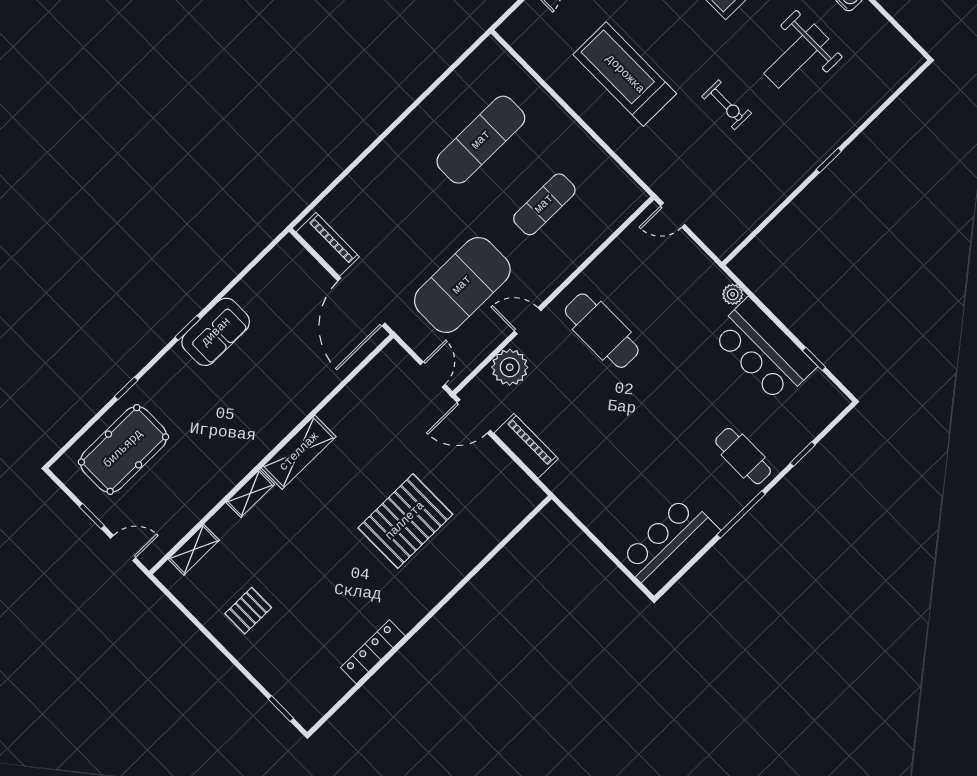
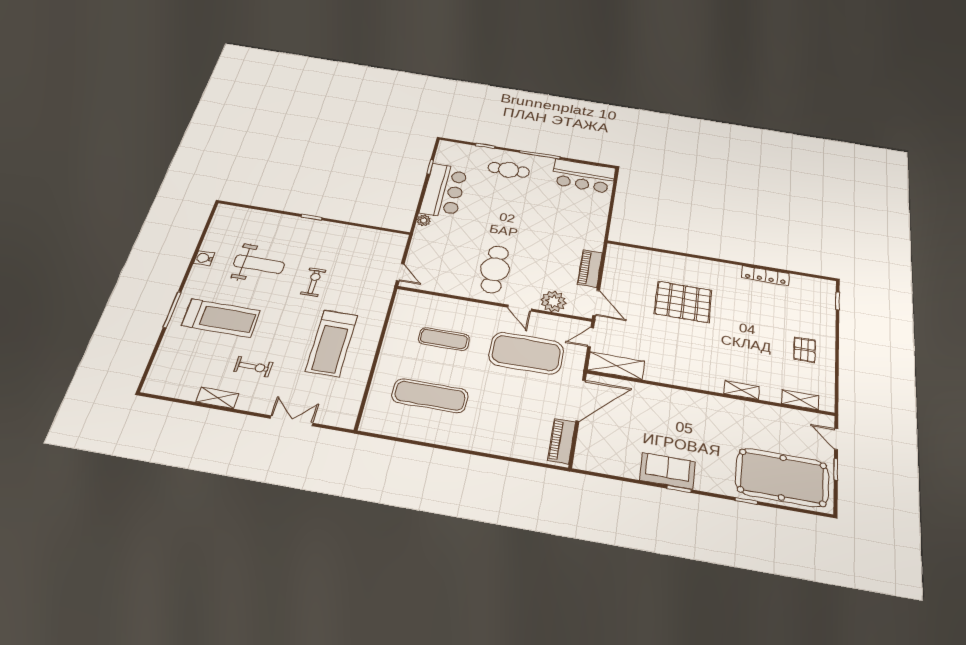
pool table: (123, 449) -> (782, 477), width x1.36, depth x1.32
shelving: (299, 452) -> (616, 366), moved
cafe table: (743, 456) -> (509, 170), turned 90
pallet: (248, 611) -> (805, 350), turned 90

